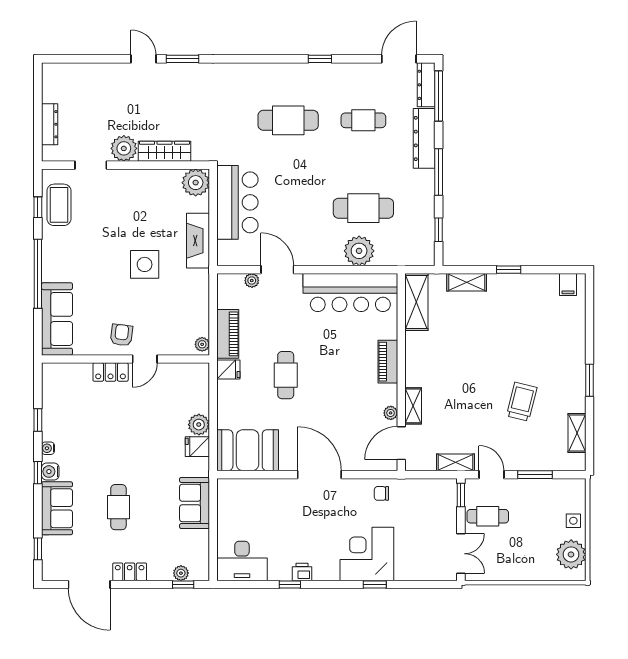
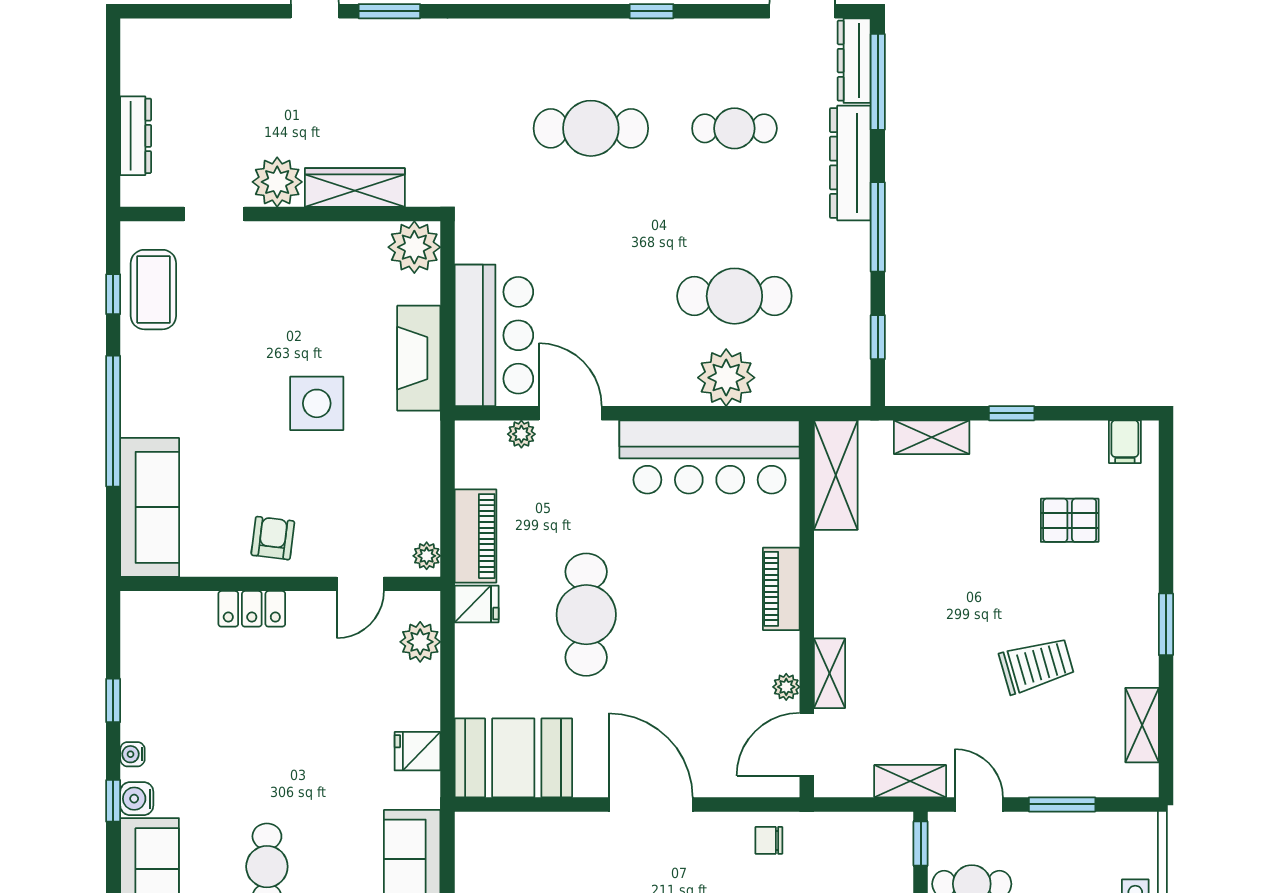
bar counter: (237, 202) -> (494, 335), moved
pallet: (539, 326) -> (1070, 520), added
door: (145, 359) -> (360, 584), moved
cafe table: (286, 375) -> (586, 615), width x1.37, depth x1.35
trolley: (522, 402) -> (1037, 665), turned 60
plant: (199, 425) -> (420, 642), moved

